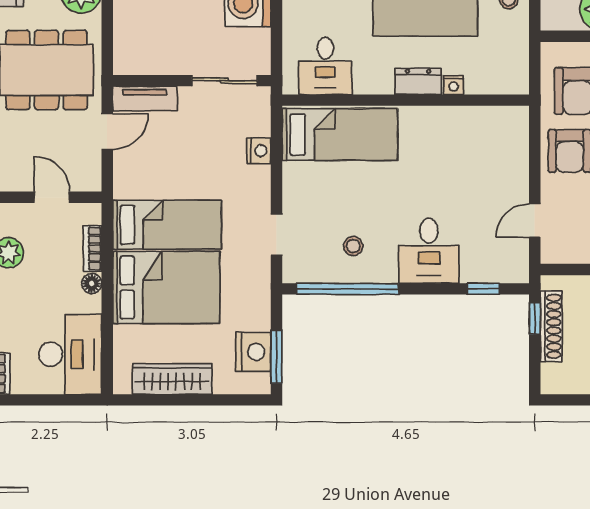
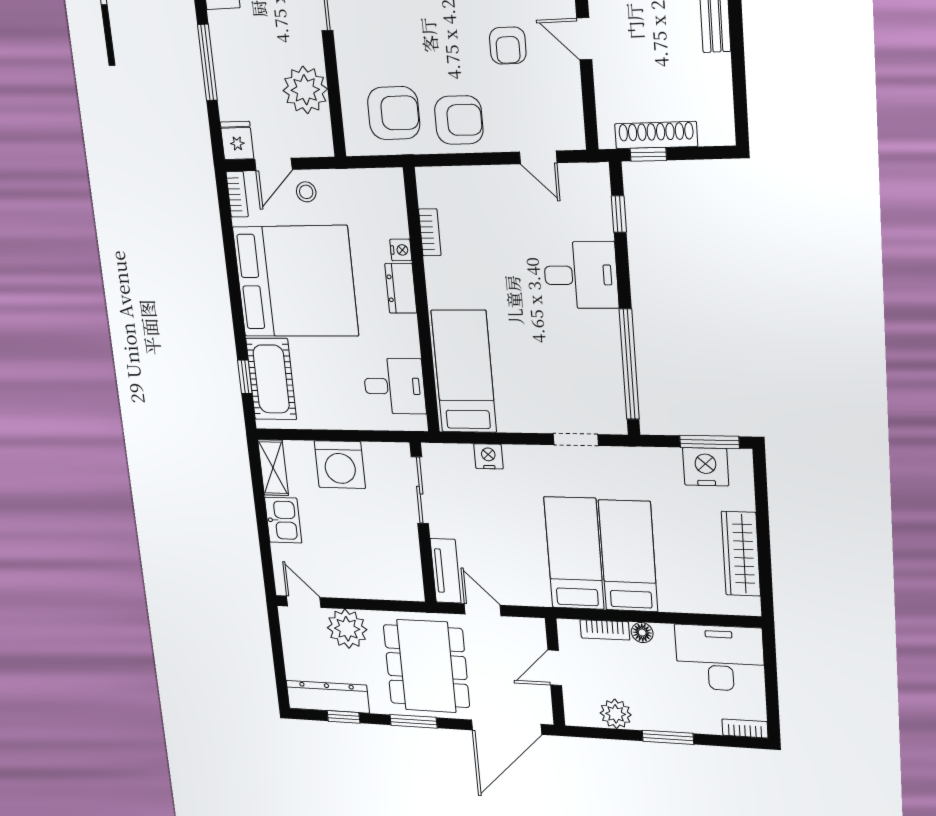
bookcase: (469, 114) -> (430, 232), added
stool: (353, 246) -> (582, 358), removed
bed: (166, 287) -> (628, 556), width x0.67

